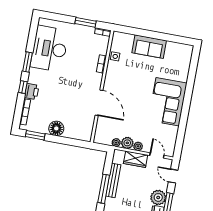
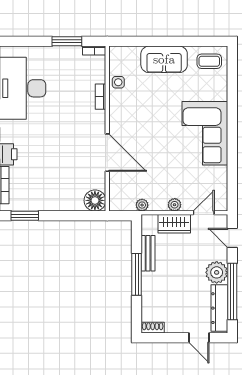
coffee table: (179, 53) -> (209, 61), added
floor lamp: (56, 128) -> (95, 200), moved
plant: (127, 143) -> (158, 203), removed
door: (157, 155) -> (204, 213), hinge flipped
bench: (113, 180) -> (148, 253), width x0.73

